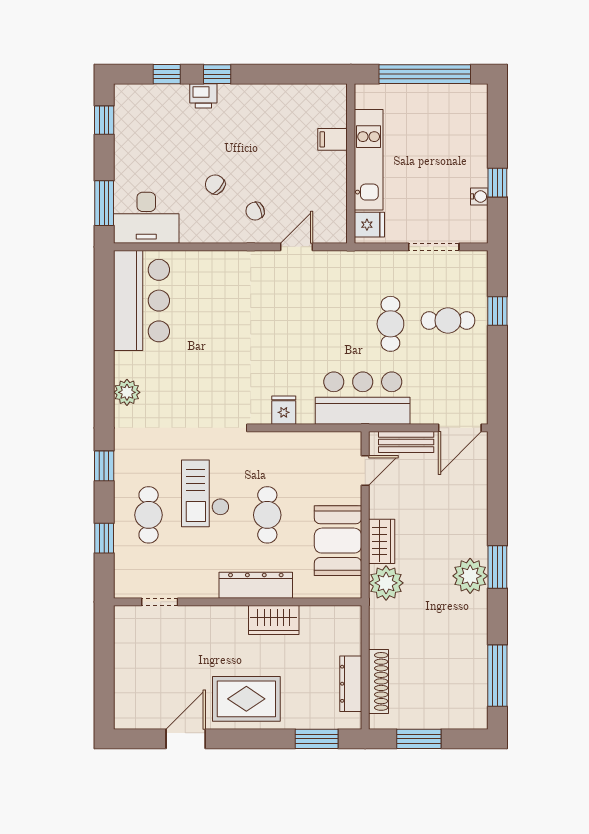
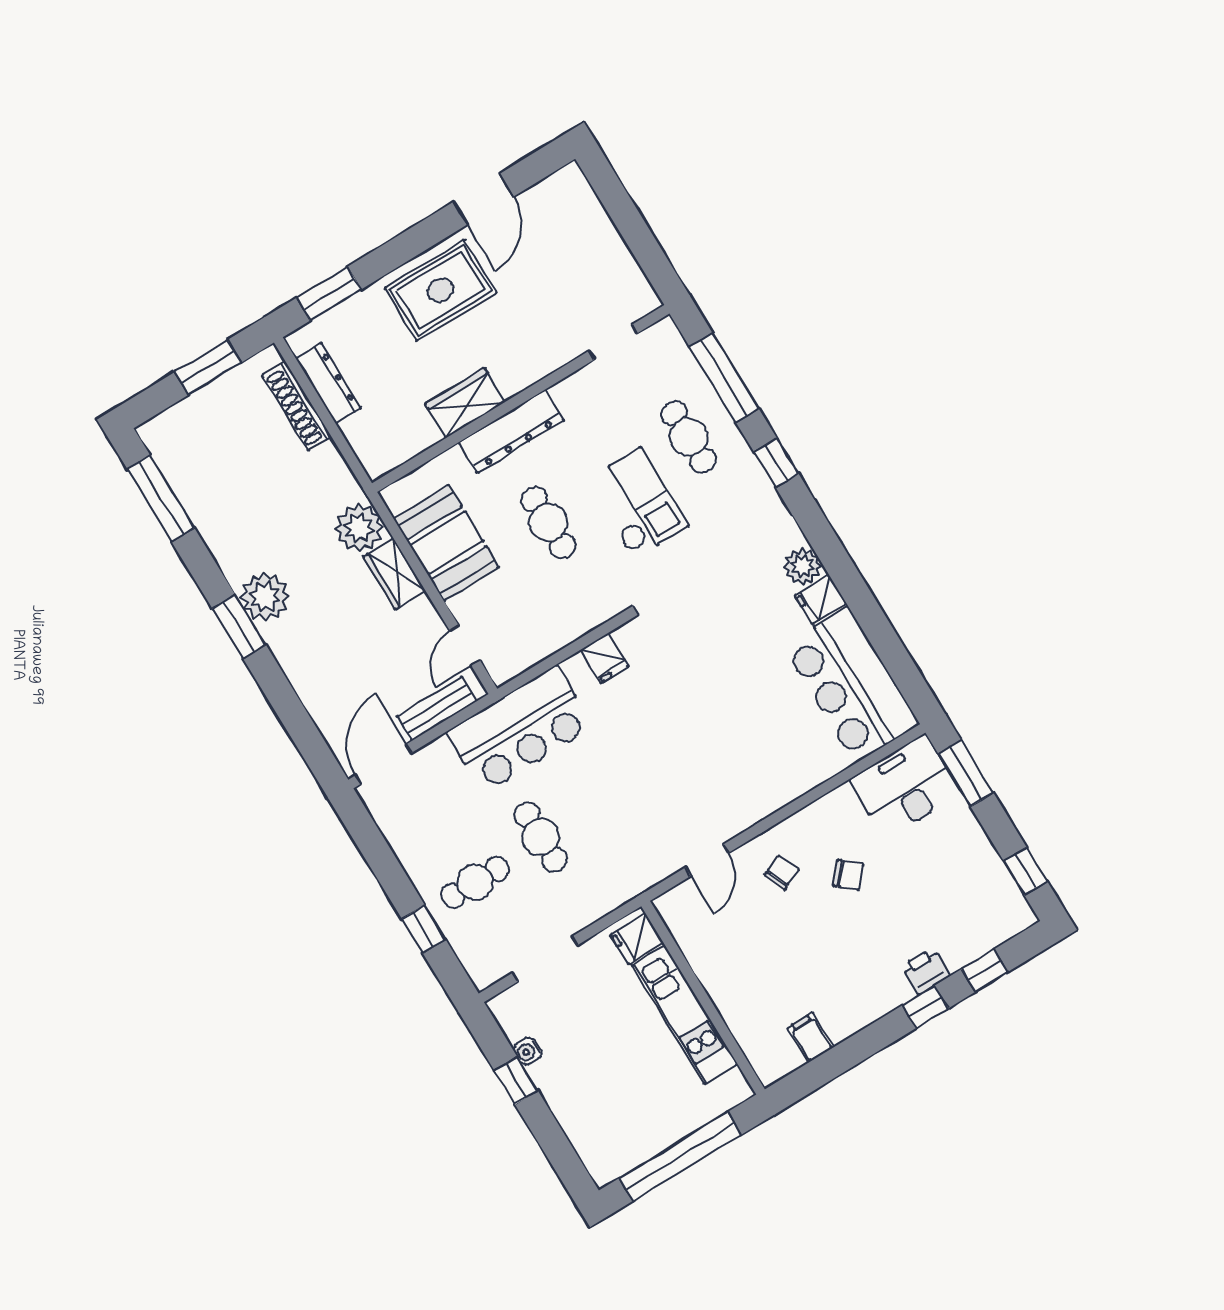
filing cabinet: (333, 139) -> (811, 1038), moved, turned -90
fridge: (128, 365) -> (821, 599), added
window: (104, 538) -> (724, 378), width x2.17

